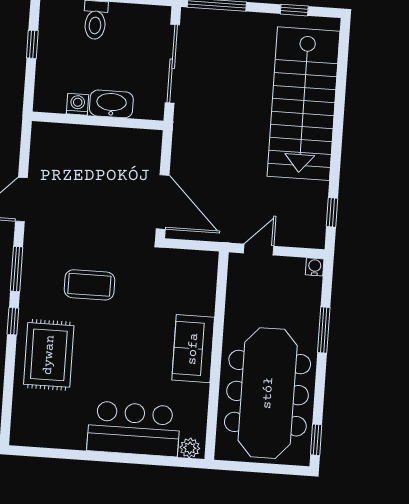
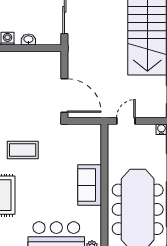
washbasin: (111, 104) -> (28, 39), width x0.52, depth x0.69

